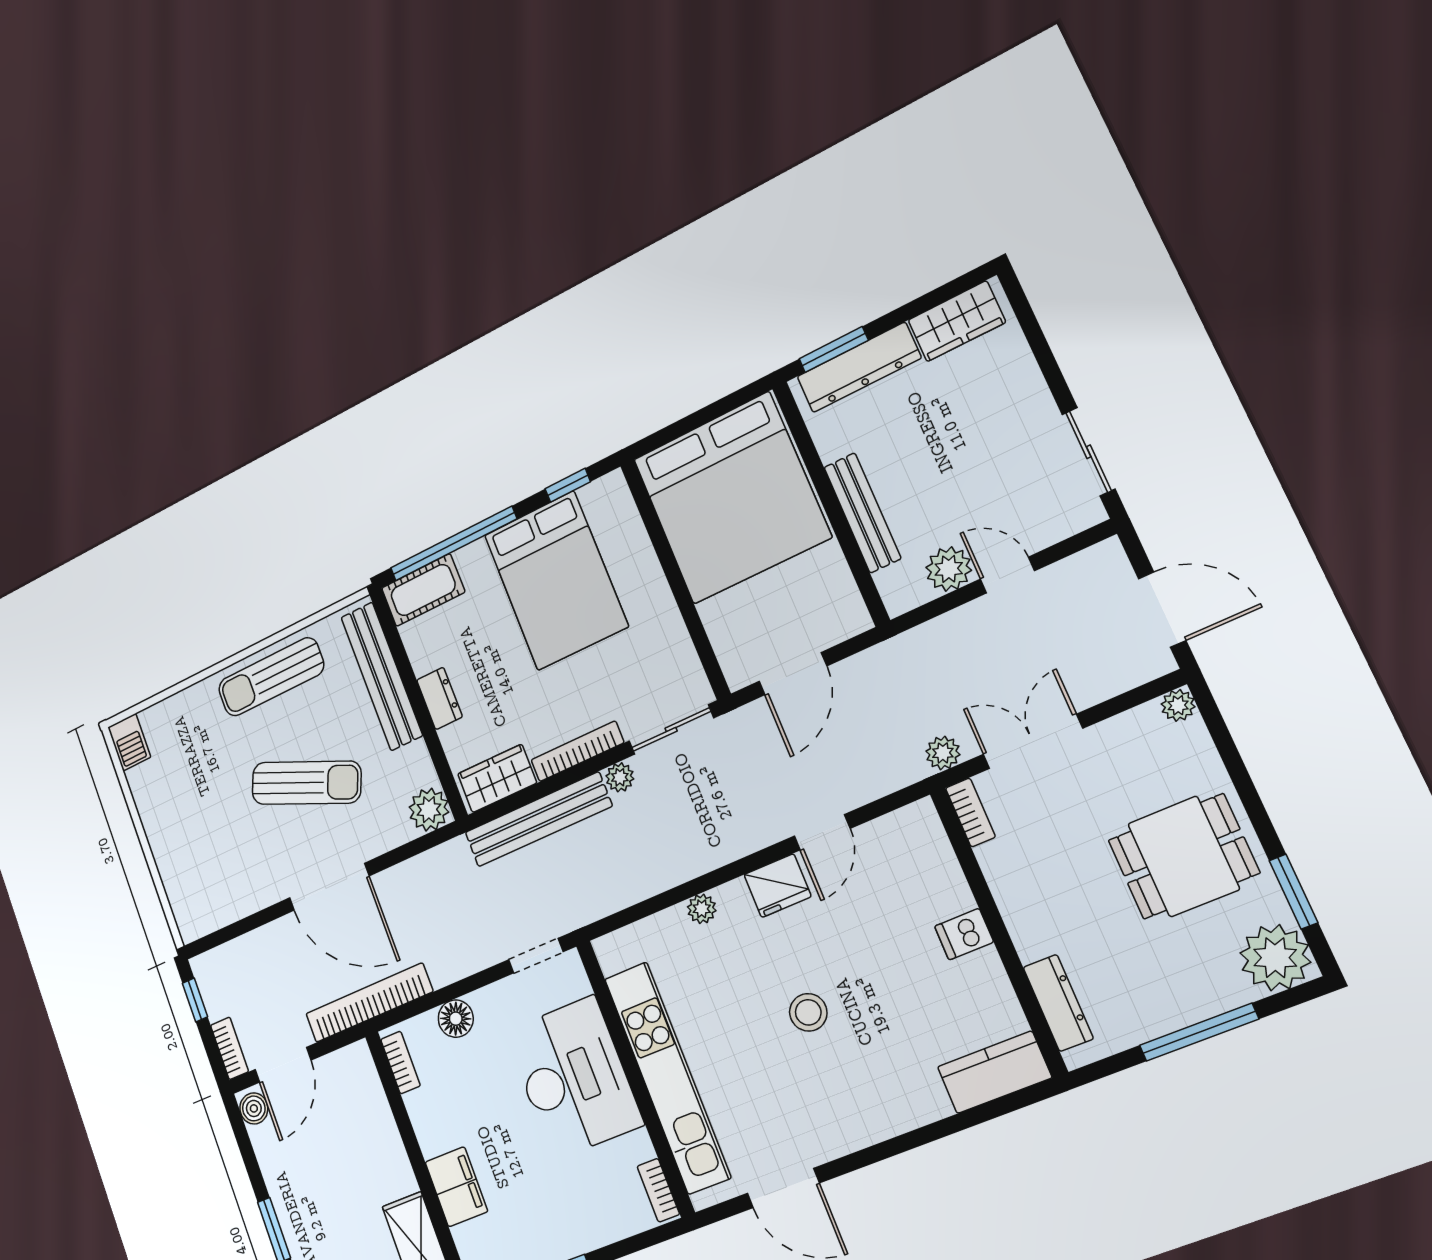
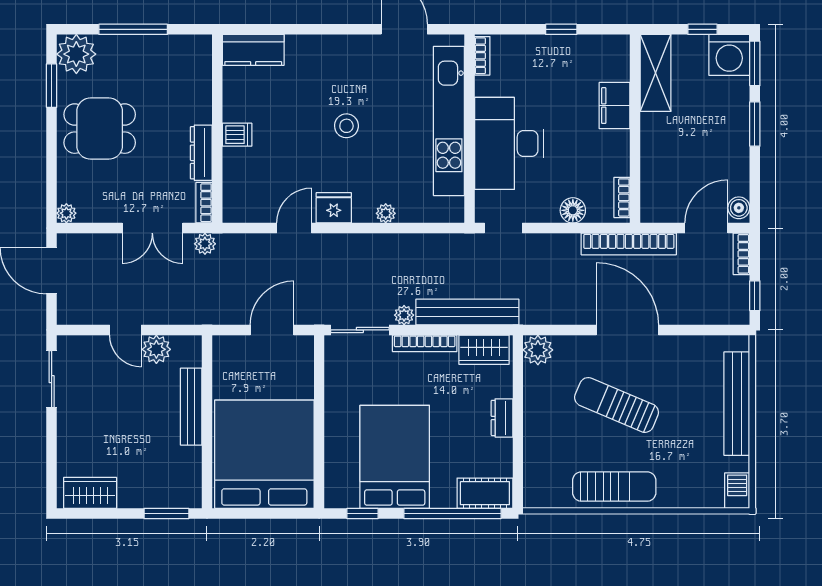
dresser: (859, 367) -> (157, 495), removed
bench: (382, 676) -> (737, 404), moved
dresser: (1058, 1003) -> (201, 153), moved

